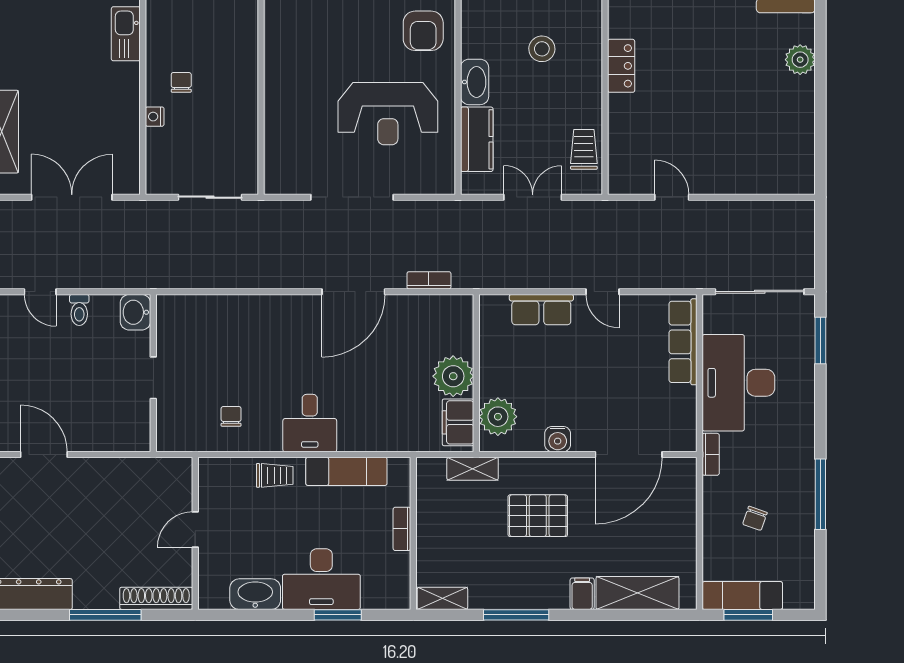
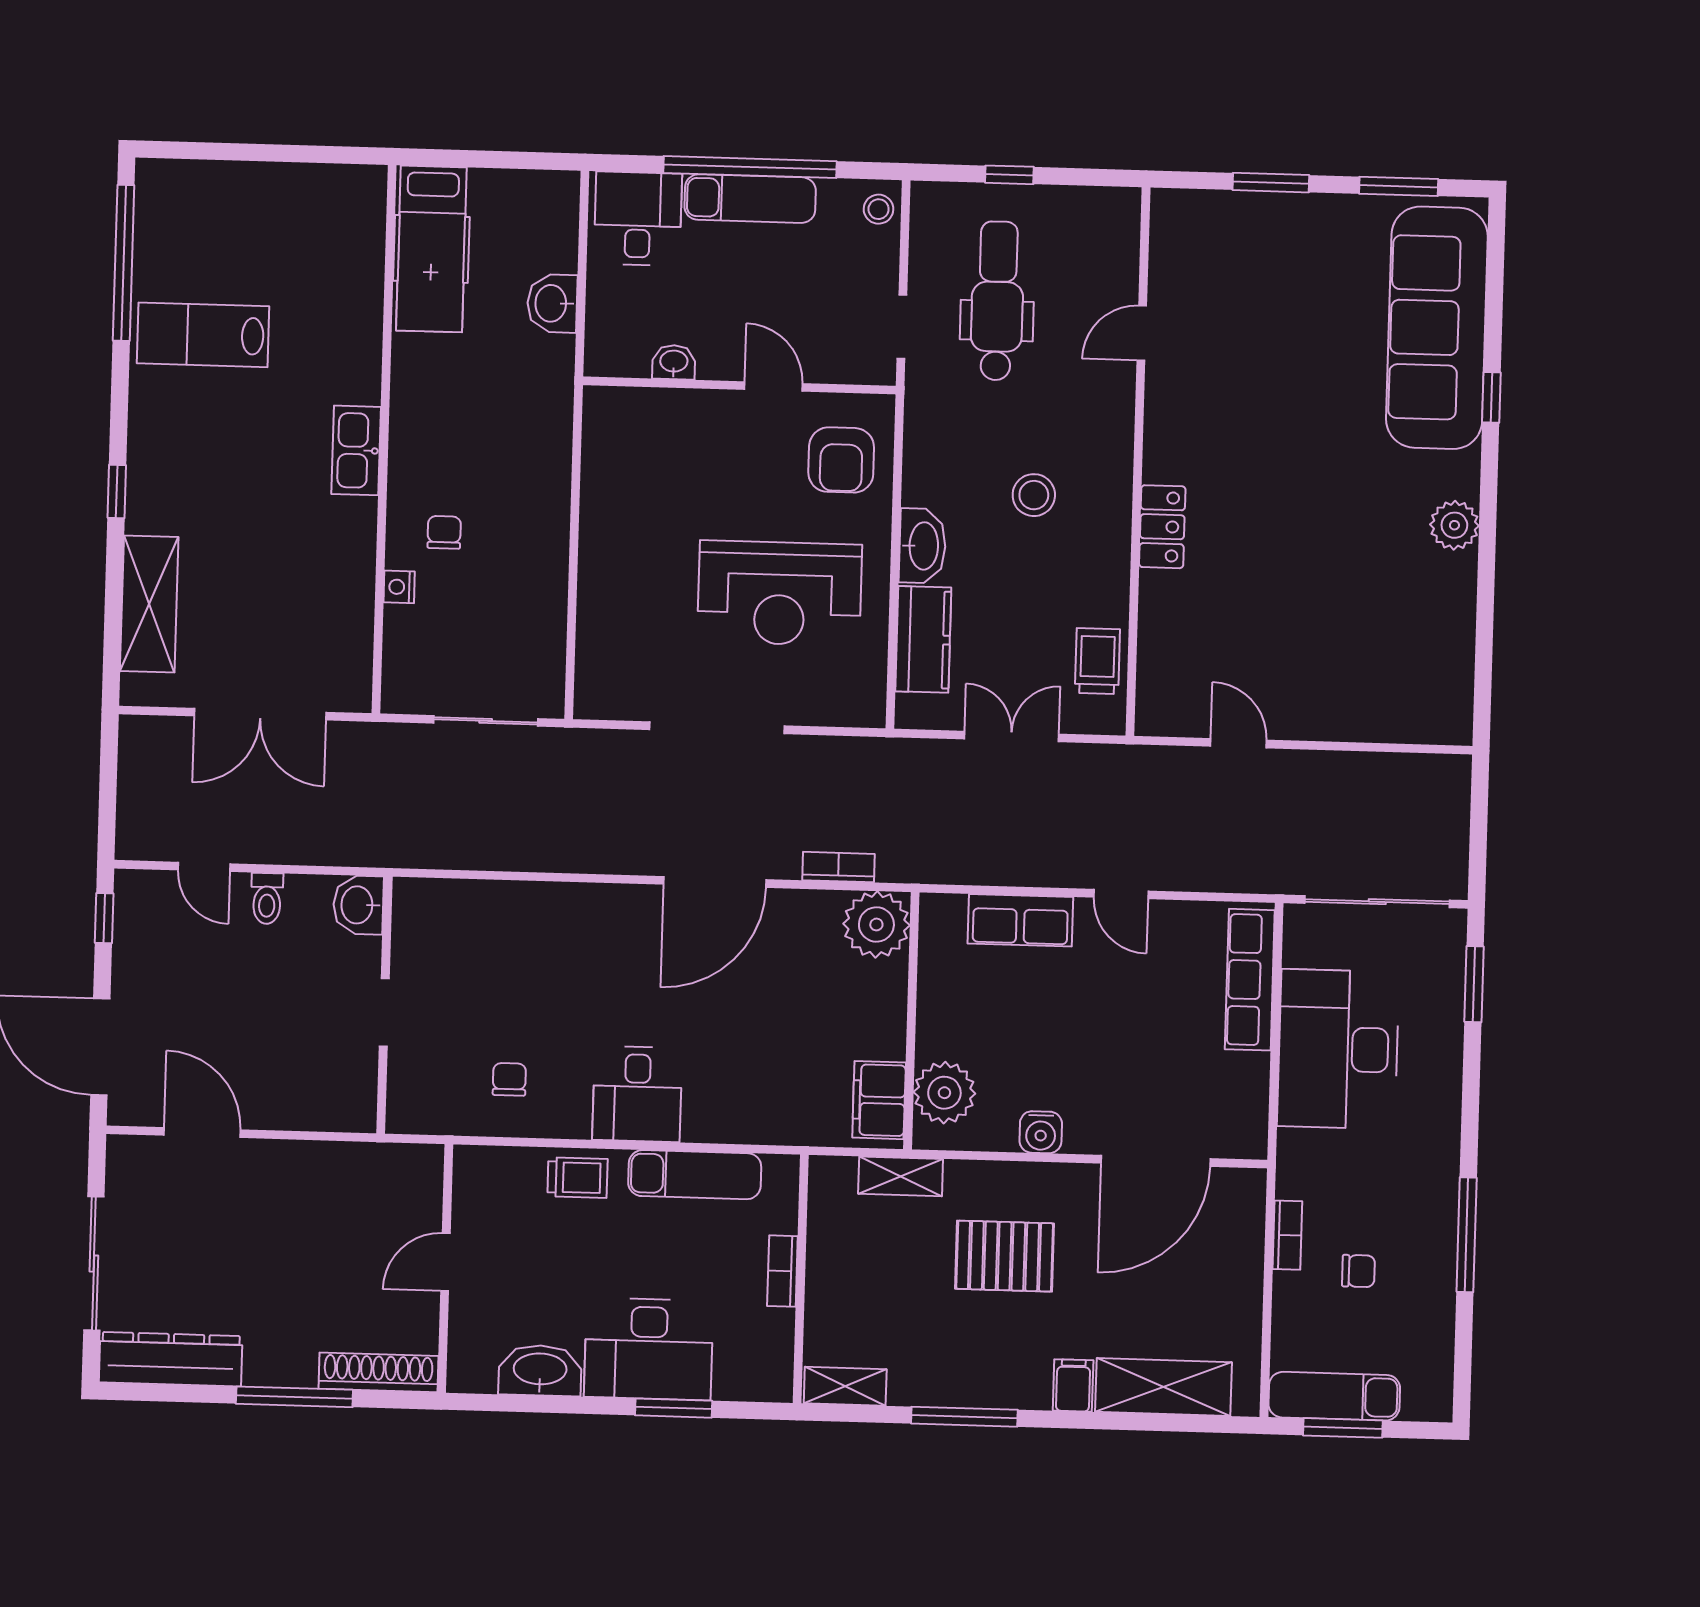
double door: (72, 197) -> (260, 714), swing flipped
plant: (453, 376) -> (876, 924), moved
bookcase: (711, 454) -> (1287, 1235), moved
chair: (755, 518) -> (1358, 1271), turned -109

